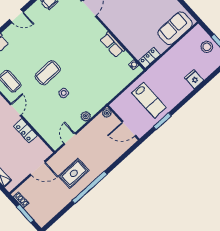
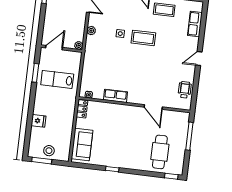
coffee table: (48, 73) -> (143, 38), turned 90

